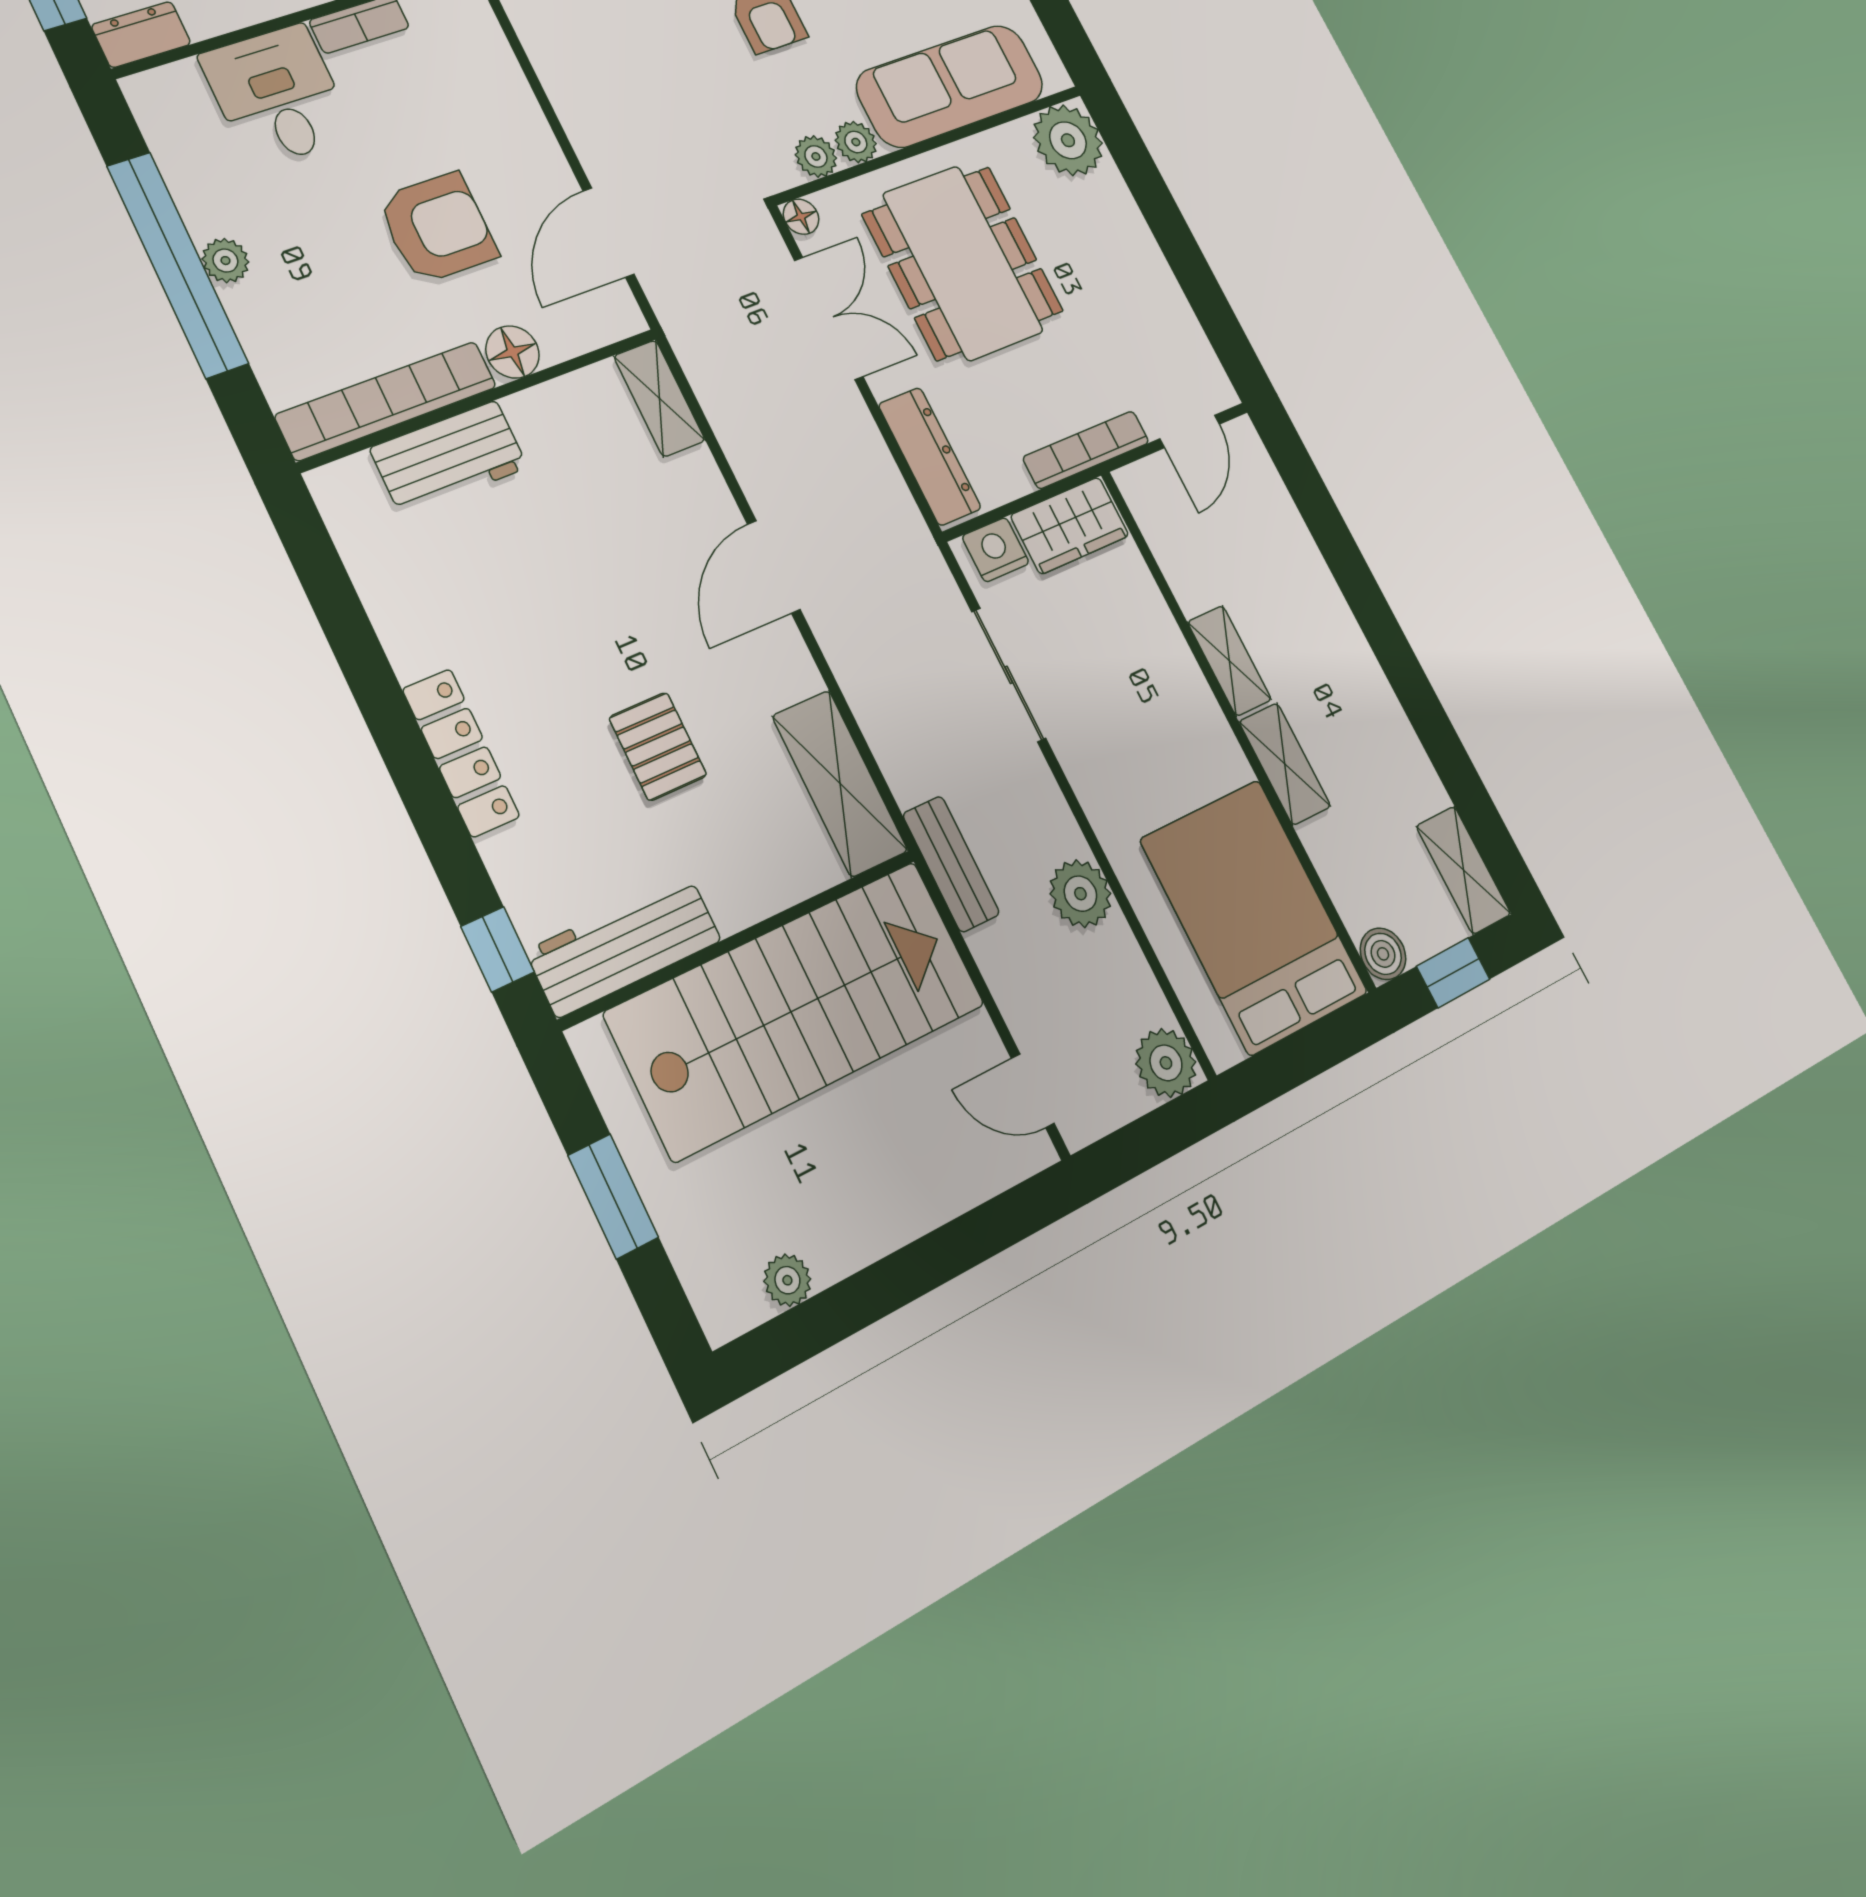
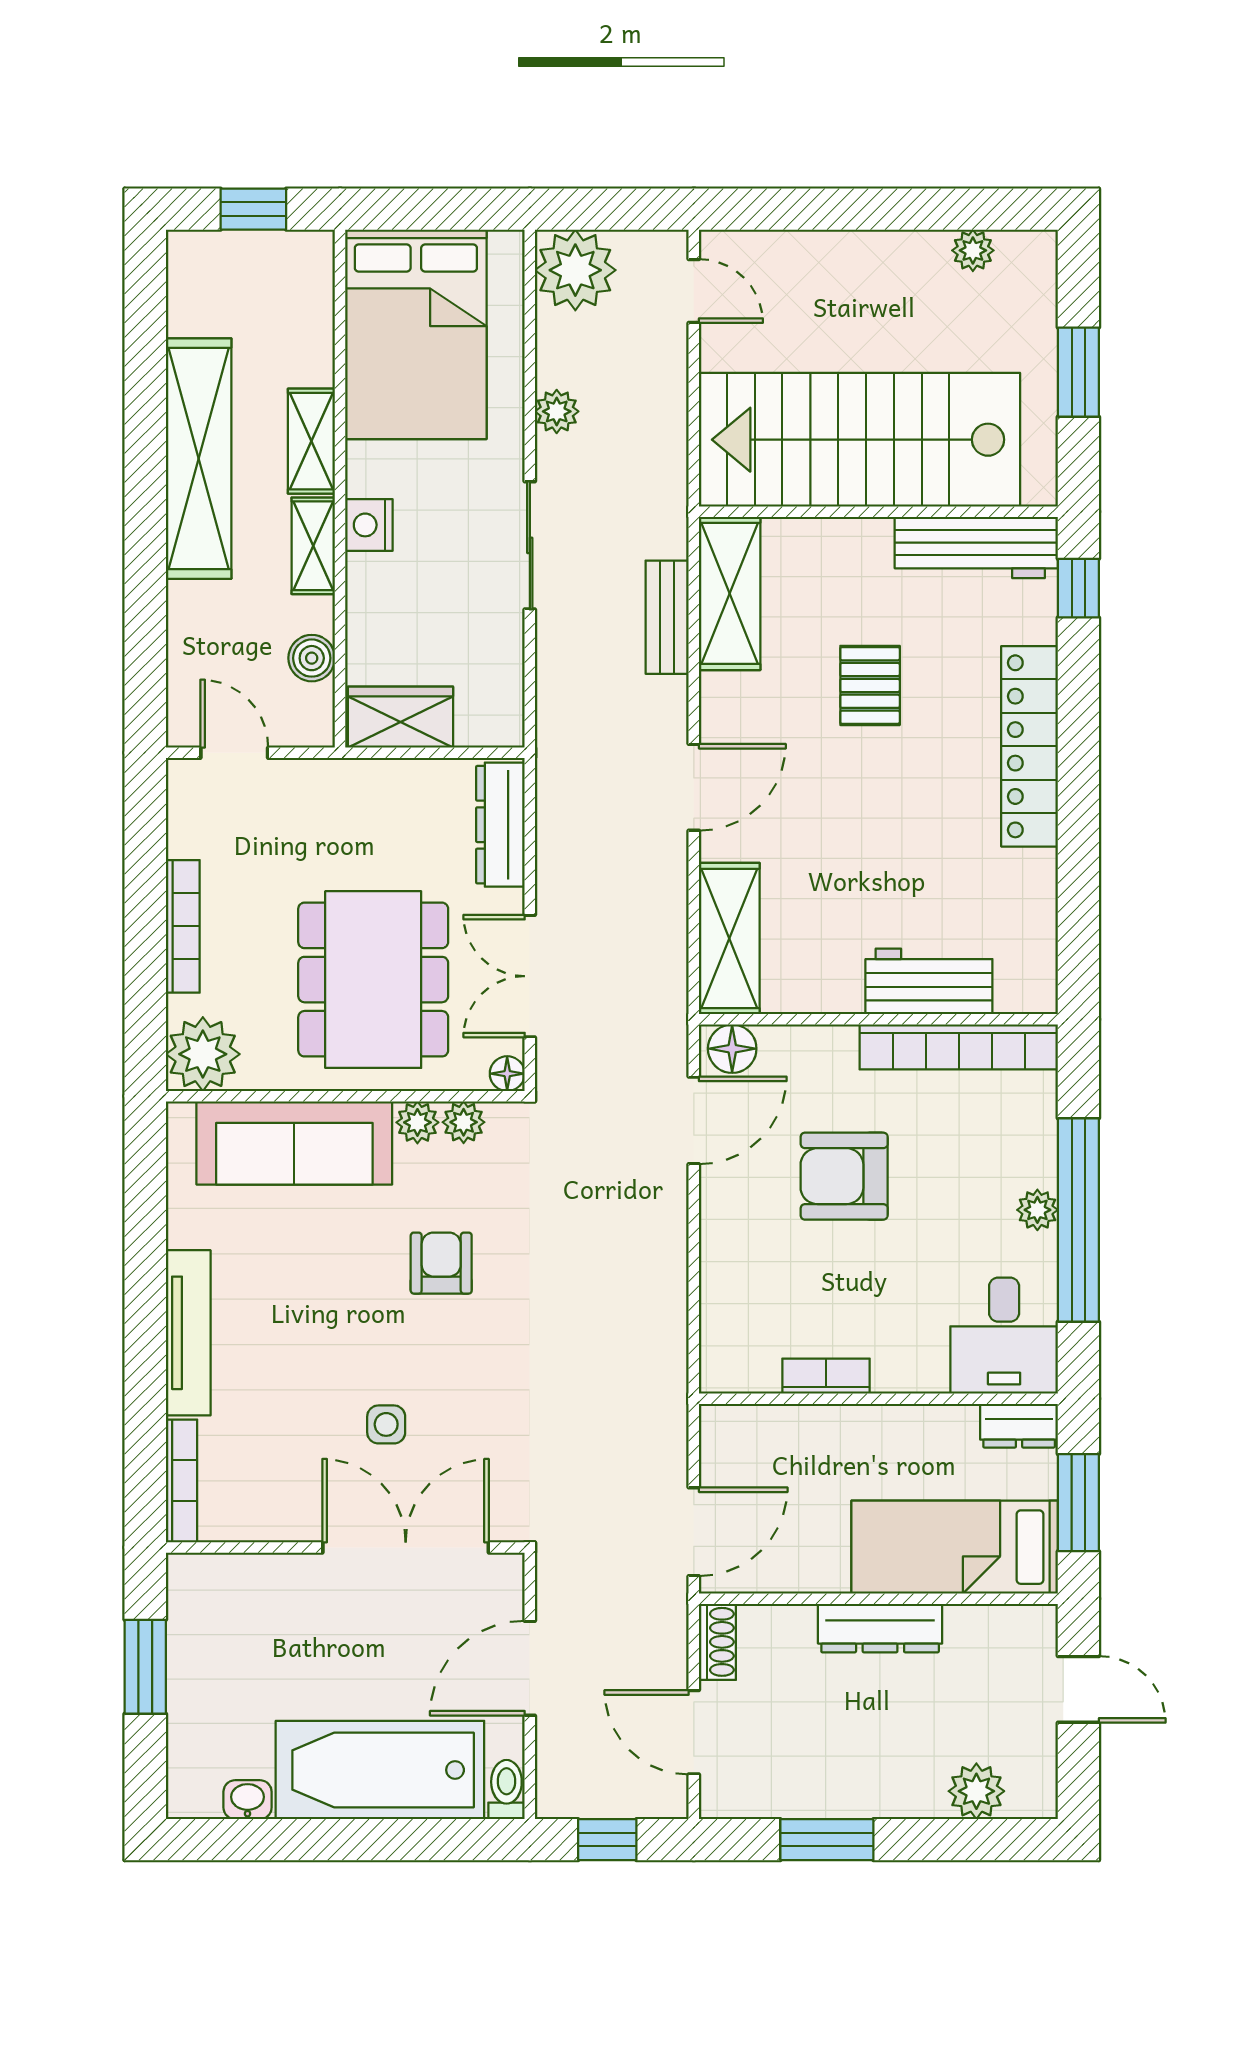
desk: (278, 96) -> (1004, 1336), moved
floor lamp: (513, 352) -> (732, 1049), moved
shelving: (659, 398) -> (729, 938), width x1.50, depth x1.33
door: (1190, 431) -> (234, 753), hinge flipped
bookcase: (1086, 450) -> (183, 926), moved, turned -90
nightstand: (996, 550) -> (369, 525), moved, turned 90
sliding door: (1009, 675) -> (530, 545), moved
locker: (461, 753) -> (1030, 746), width x1.41, depth x1.21
bench: (951, 864) -> (667, 617), moved
shelving: (1463, 870) -> (199, 459), moved, width x2.20, depth x1.33
plant: (1080, 894) -> (557, 411), width x0.73, depth x0.73
boiler: (1383, 954) -> (312, 658), moved
plant: (1166, 1063) -> (575, 270), width x1.36, depth x1.36

